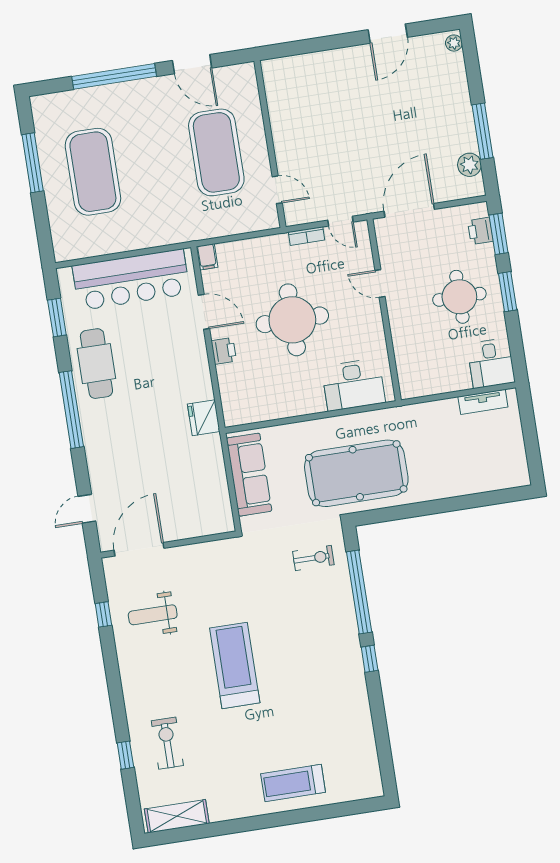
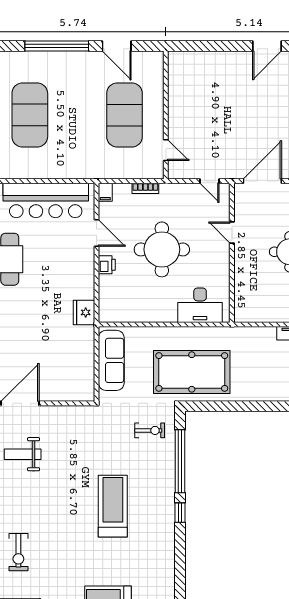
bookcase: (307, 236) -> (145, 188), moved
treadmill: (235, 665) -> (113, 506), moved
exercise bike: (167, 743) -> (18, 552), turned 180

